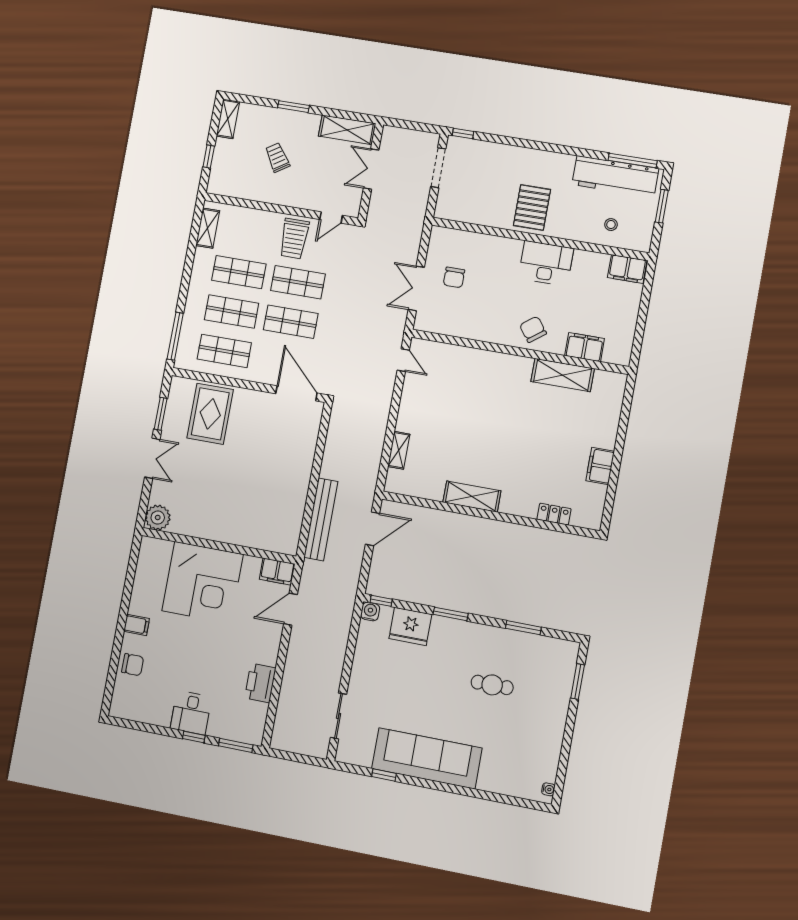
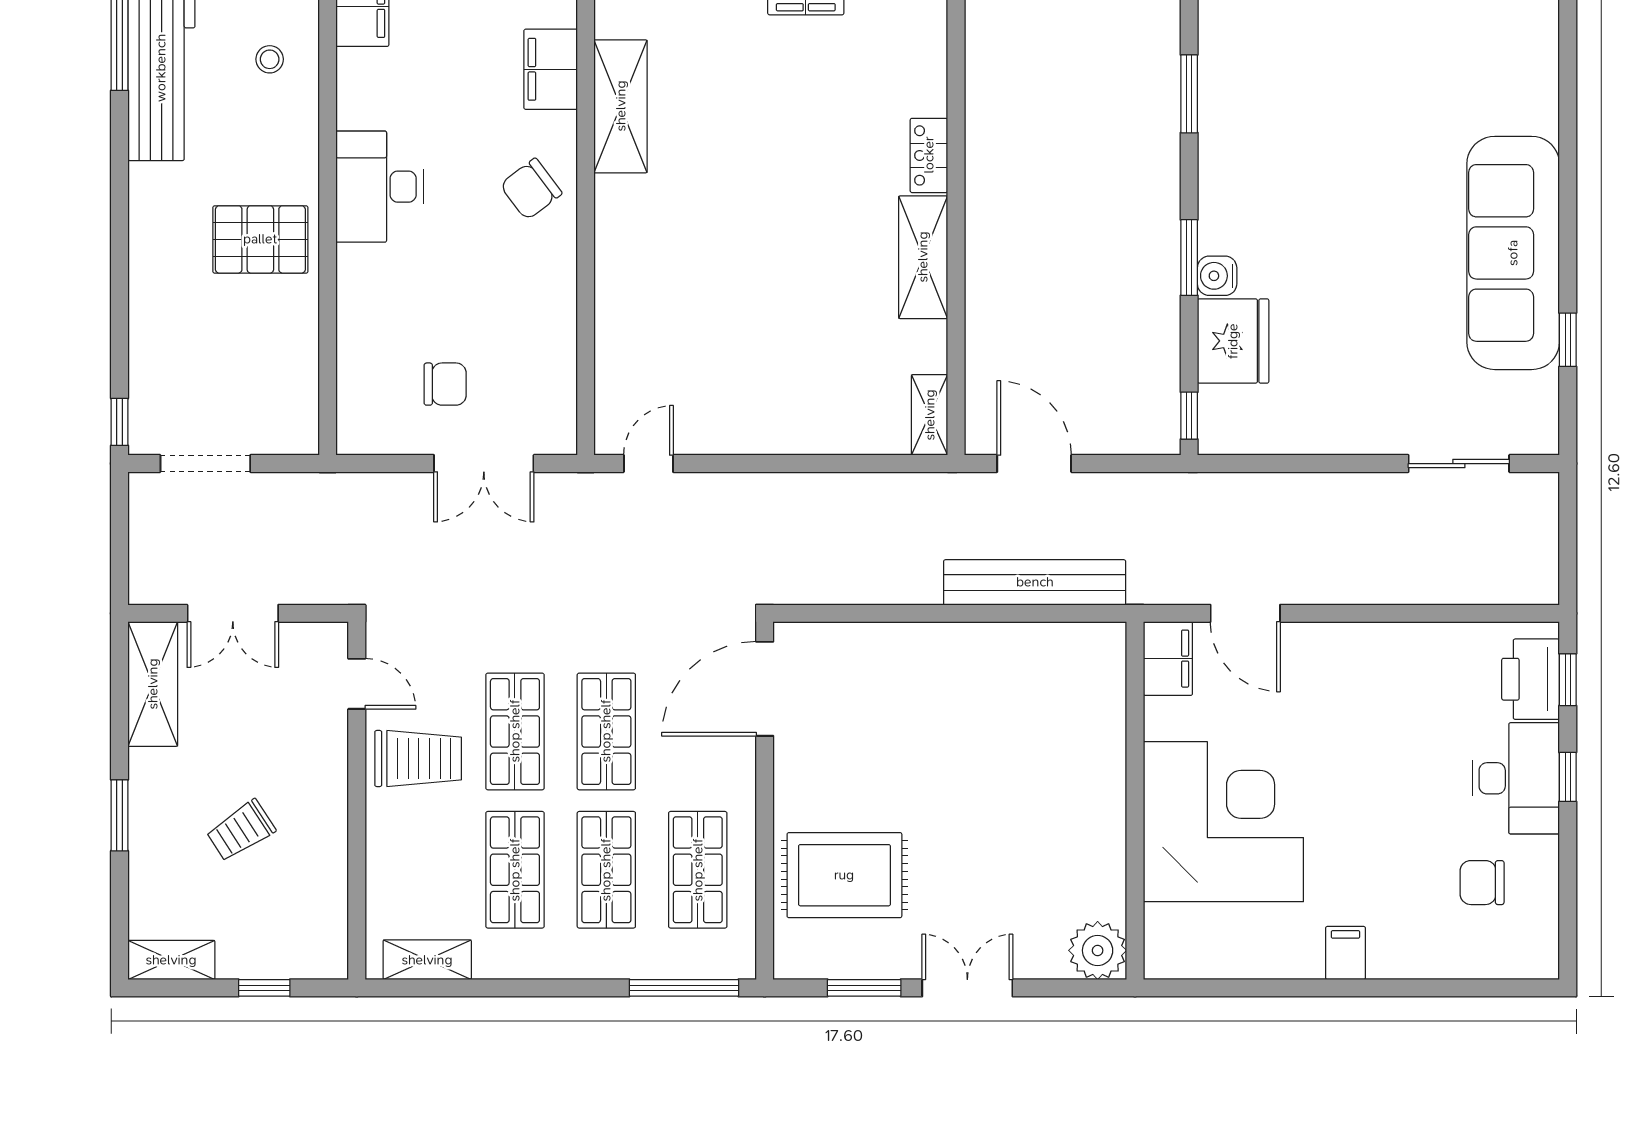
shelving: (399, 450) -> (930, 415), moved, turned 90
locker: (554, 514) -> (929, 155), moved
water cooler: (370, 612) -> (1217, 276), moved
chair: (133, 665) -> (1482, 883), moved, turned -90
printer: (260, 683) -> (1531, 679), moved, turned 90
cafe table: (492, 685) -> (1326, 139), removed
desk: (191, 713) -> (1516, 778), width x1.37
window: (236, 745) -> (1568, 680), width x0.67

